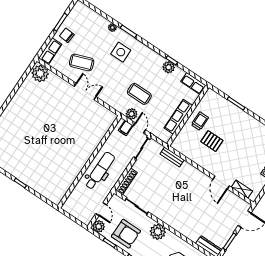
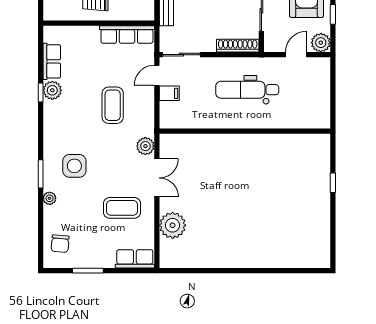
chair: (67, 35) -> (60, 244), moved
coffee table: (82, 63) -> (122, 208), turned -70
plant: (40, 73) -> (173, 225), moved
row of seats: (193, 83) -> (52, 61), moved
double door: (85, 92) -> (157, 178), swing flipped
plant: (132, 114) -> (145, 146), moved
row of seats: (178, 117) -> (127, 34), moved
wall: (89, 162) -> (245, 131), moved

